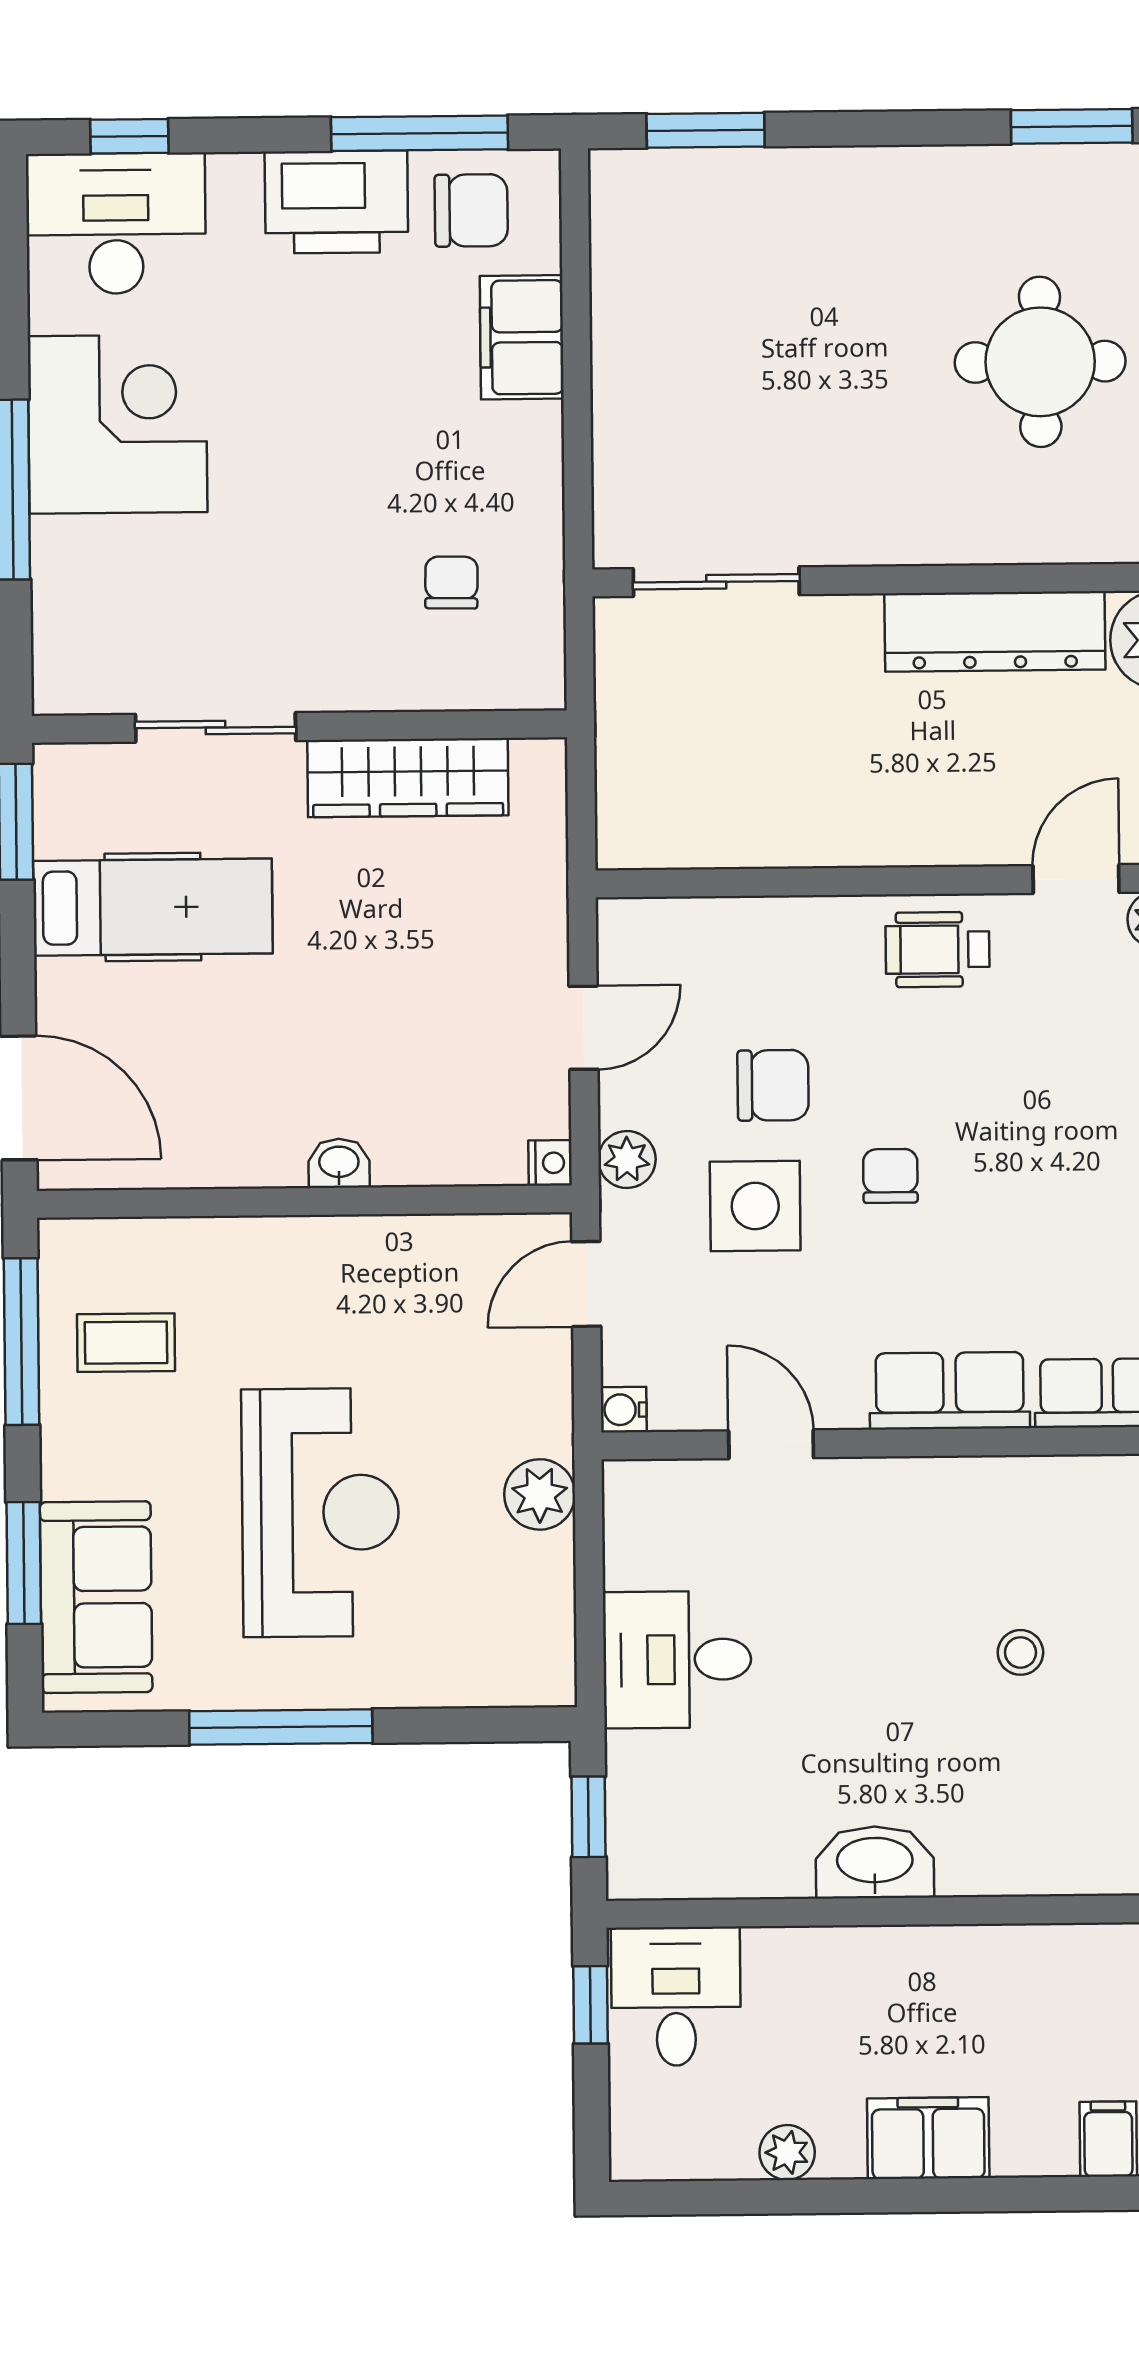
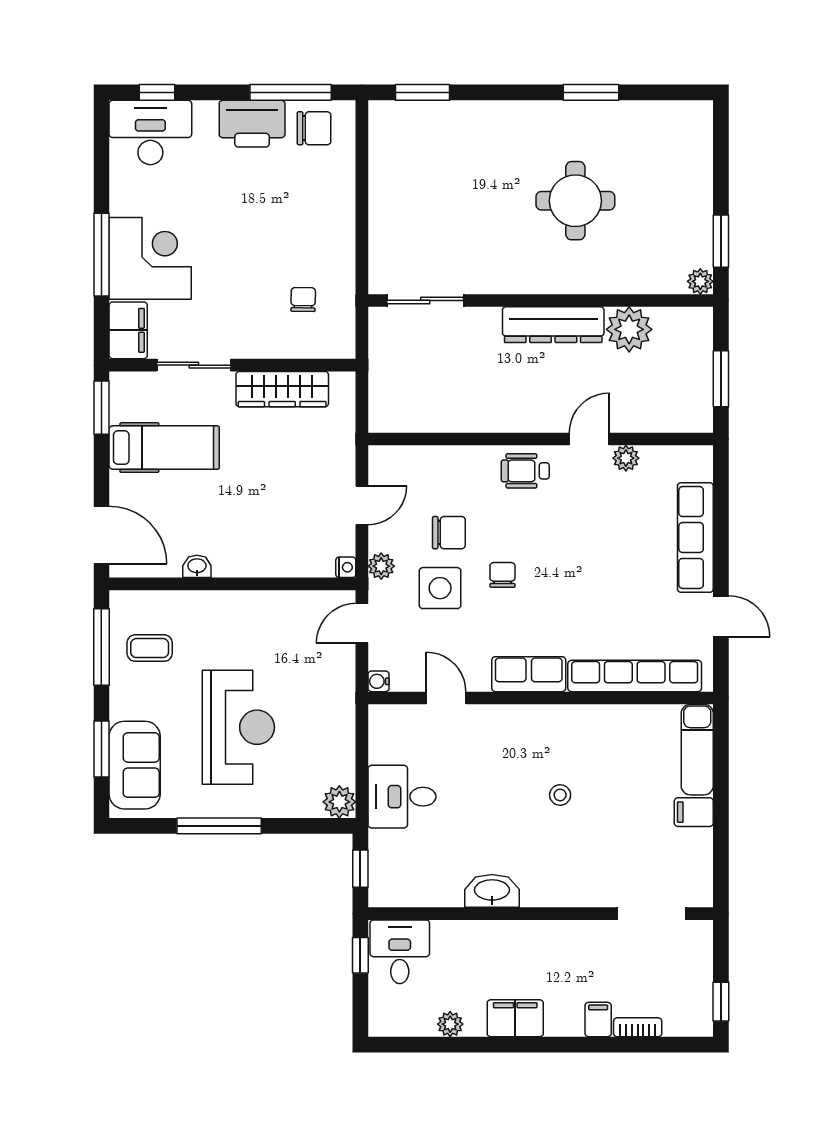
filing cabinet: (522, 337) -> (128, 330), moved, turned 180
corner desk: (117, 424) -> (150, 258), moved
washbasin: (339, 1163) -> (197, 566), moved
plant: (540, 1494) -> (339, 802), moved

